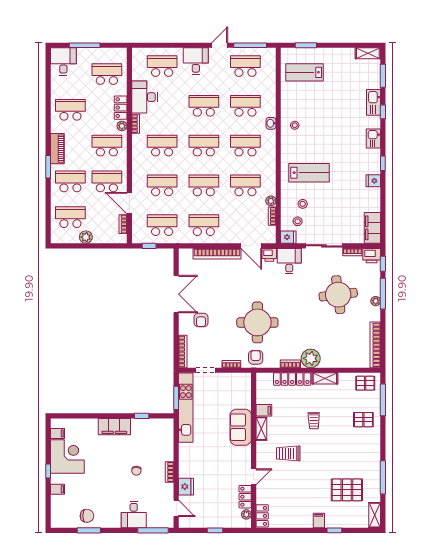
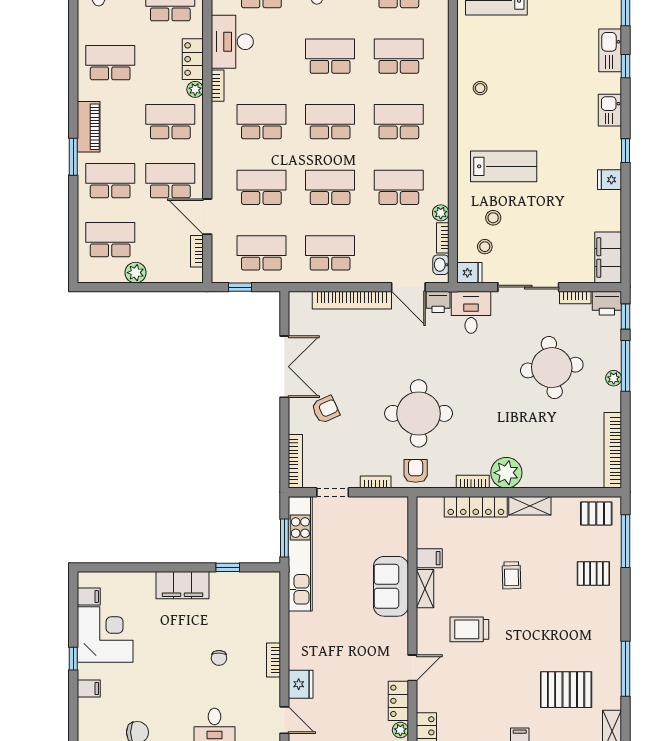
washbasin: (271, 123) -> (441, 265), moved
armchair: (201, 320) -> (326, 409), turned -114

